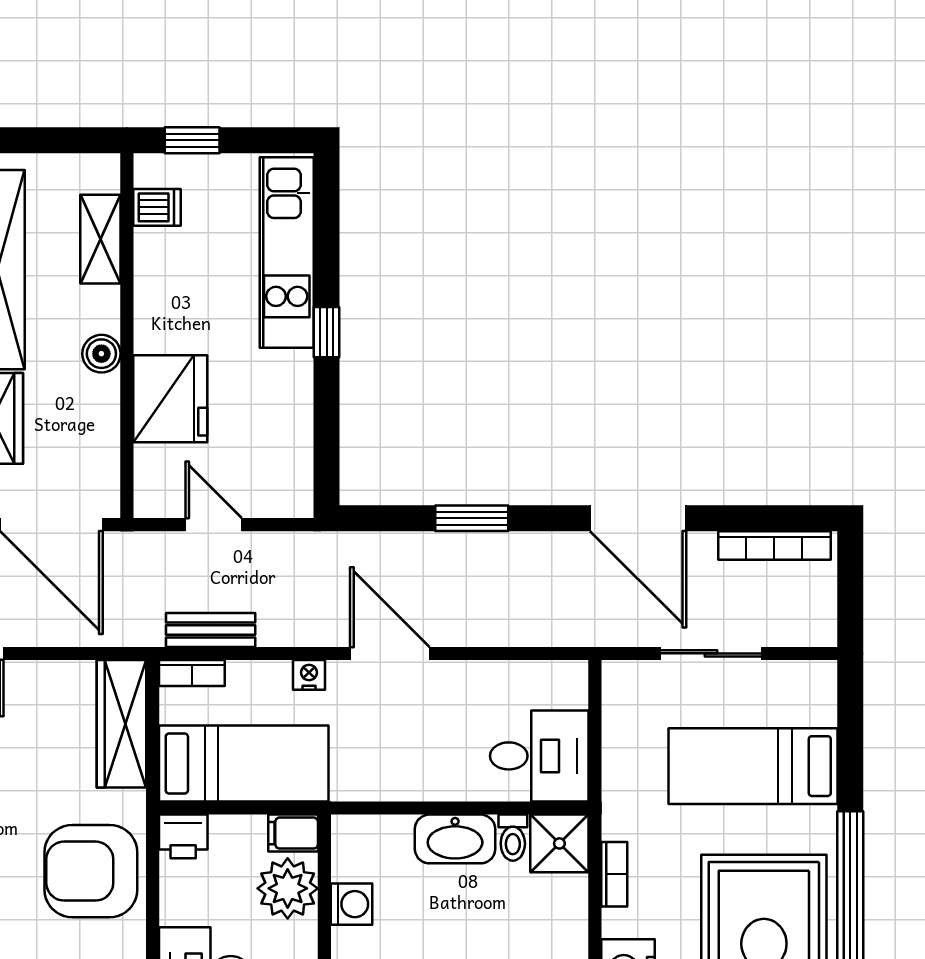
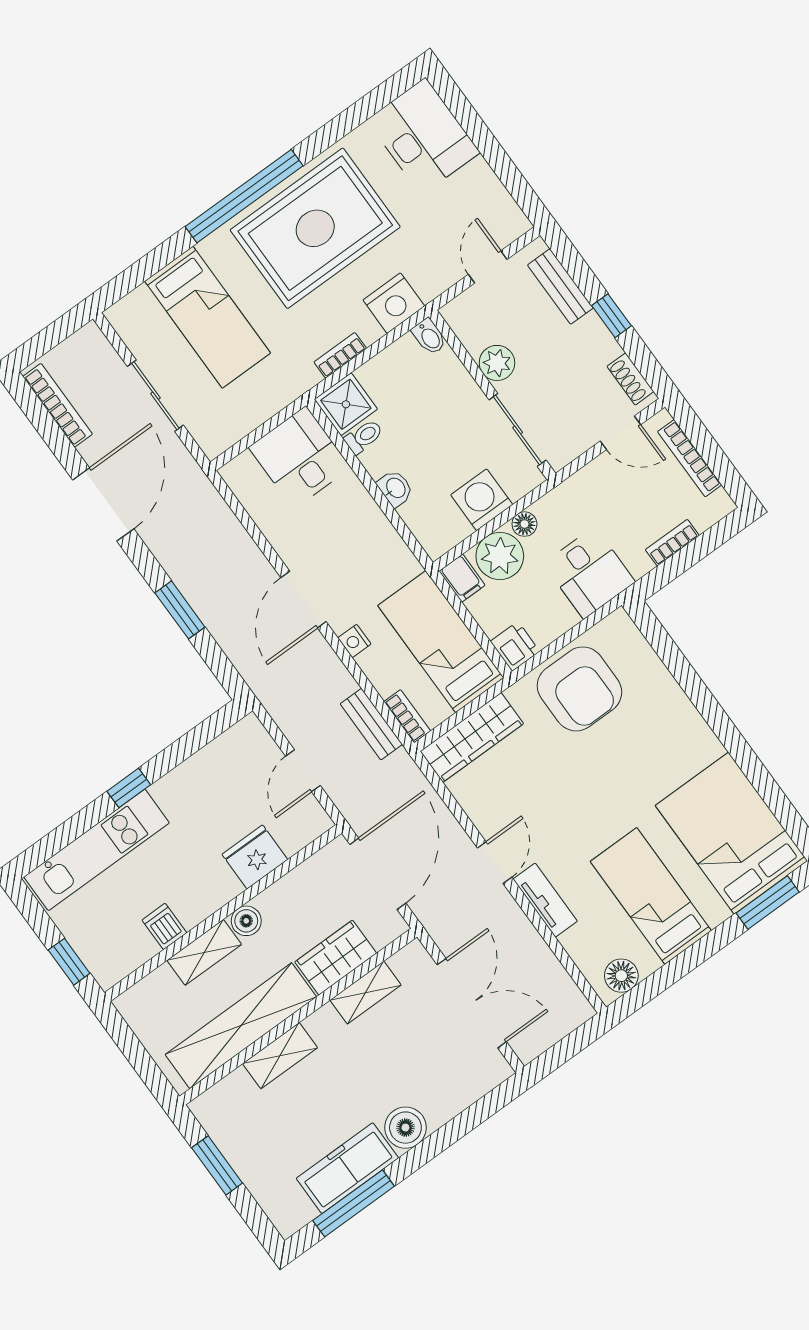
dishwasher: (157, 207) -> (164, 926), moved
shelving: (100, 239) -> (204, 952), moved
fridge: (170, 399) -> (255, 857), width x0.73, depth x0.75
washbasin: (455, 839) -> (395, 488), width x0.52, depth x0.69
washing machine: (351, 904) -> (482, 500), width x1.38, depth x1.38
floor lamp: (302, 938) -> (524, 524), added

